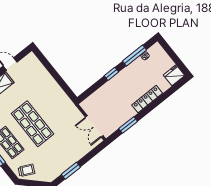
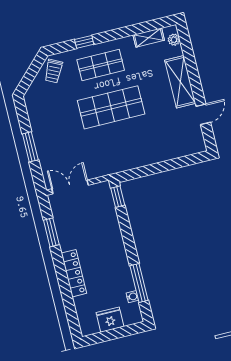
window: (111, 74) -> (118, 197), moved
fridge: (174, 75) -> (110, 320), moved, turned -90
window: (71, 171) -> (30, 147), moved

